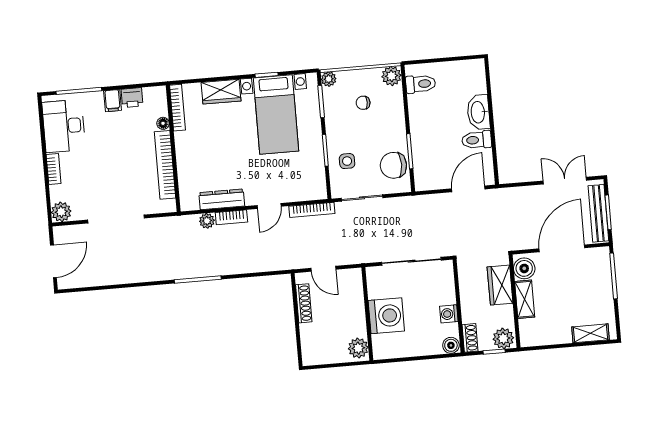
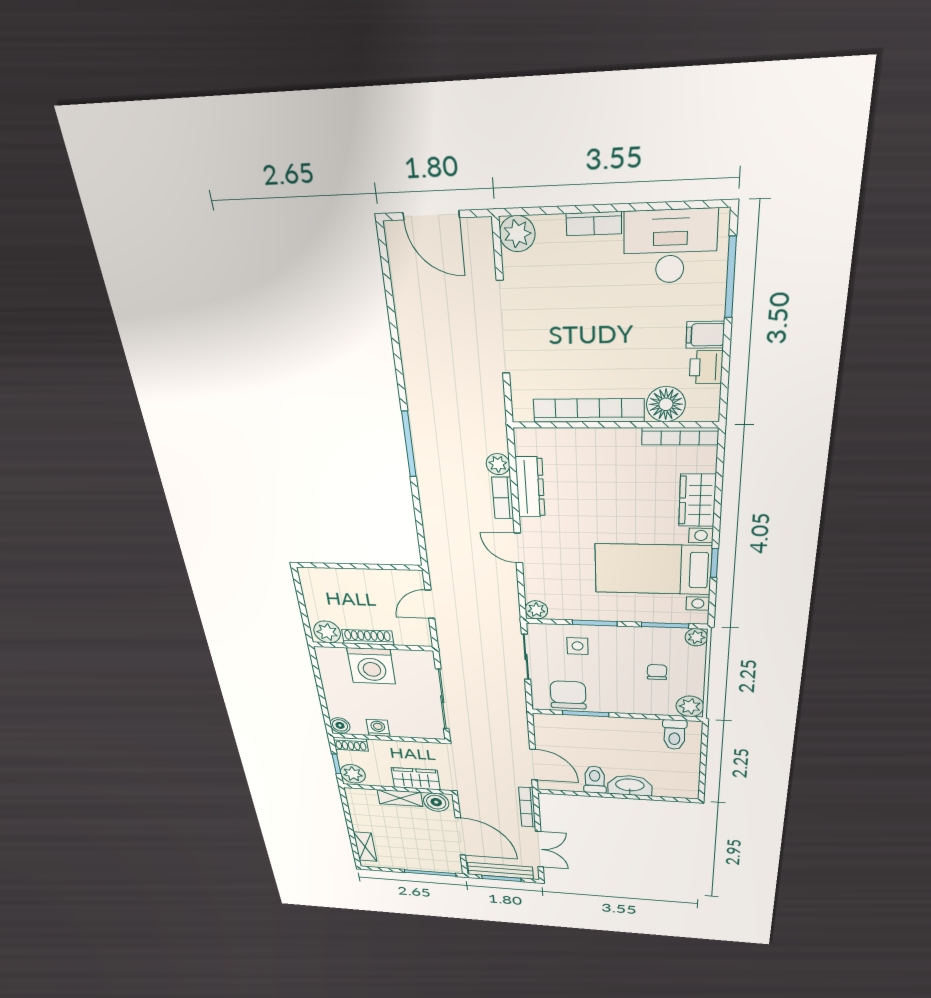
floor lamp: (163, 123) -> (666, 404), width x1.89, depth x1.89
plant: (319, 192) -> (536, 610), added
bookcase: (312, 210) -> (527, 807), moved
shoe rack: (304, 303) -> (368, 637), moved, turned 180

